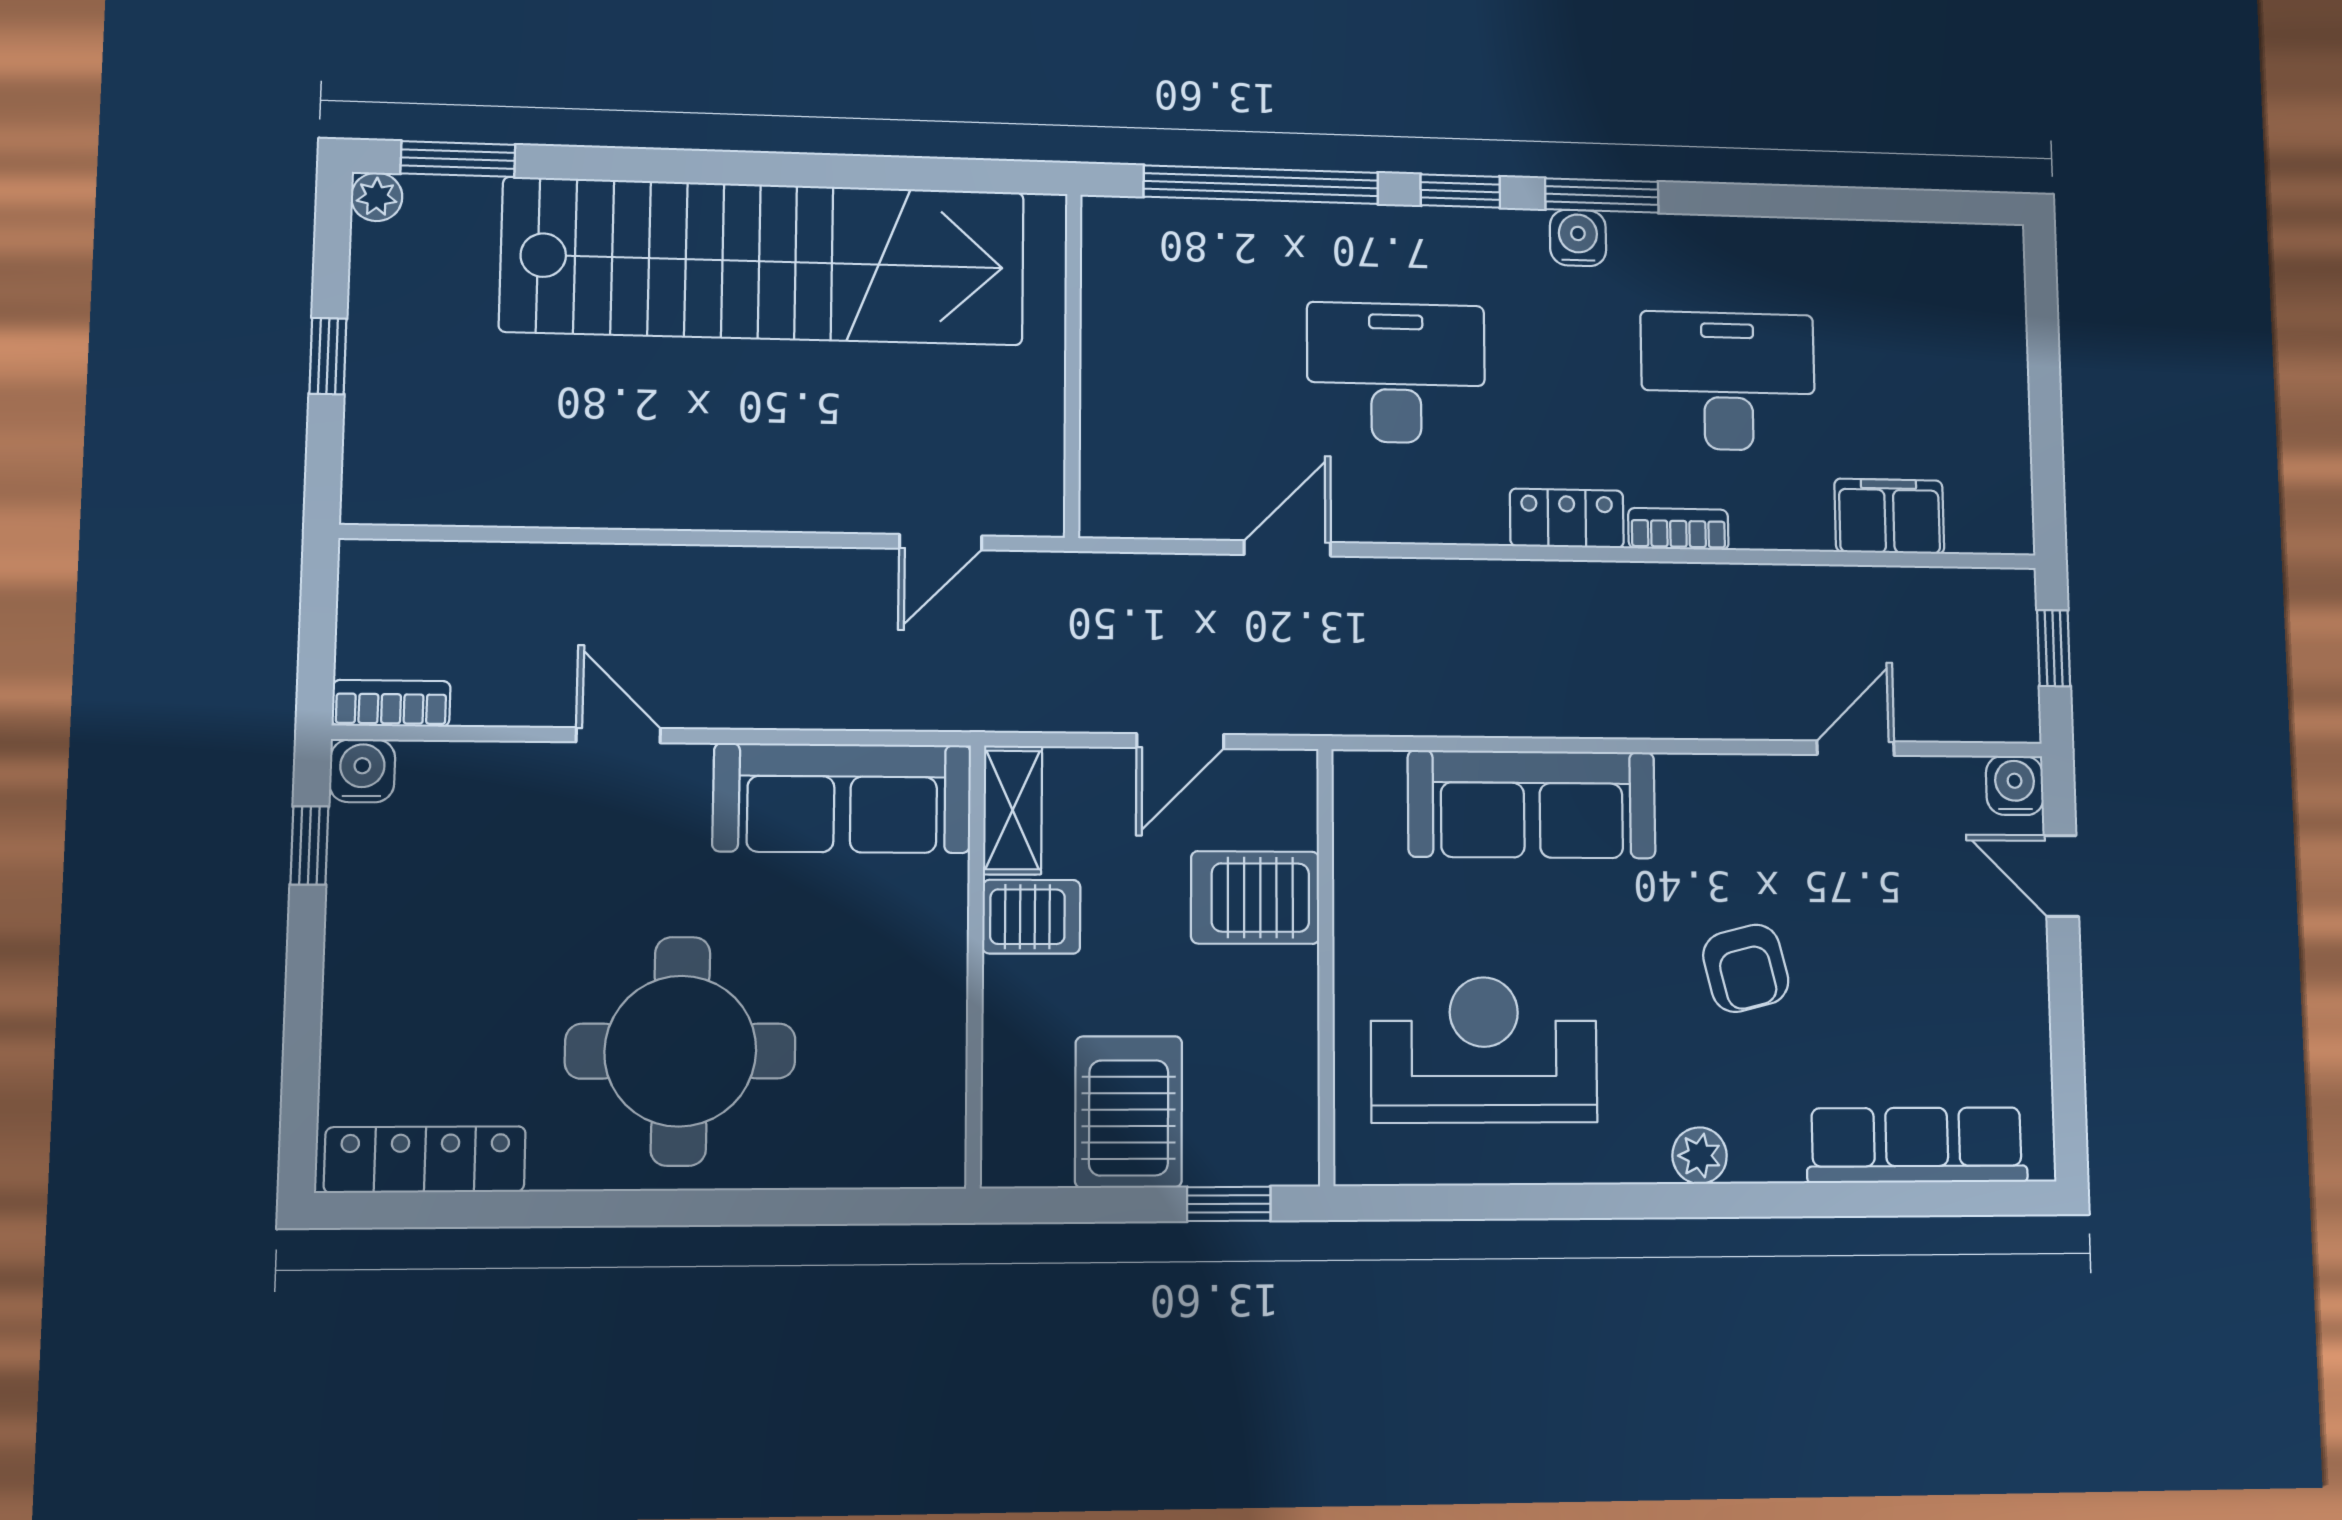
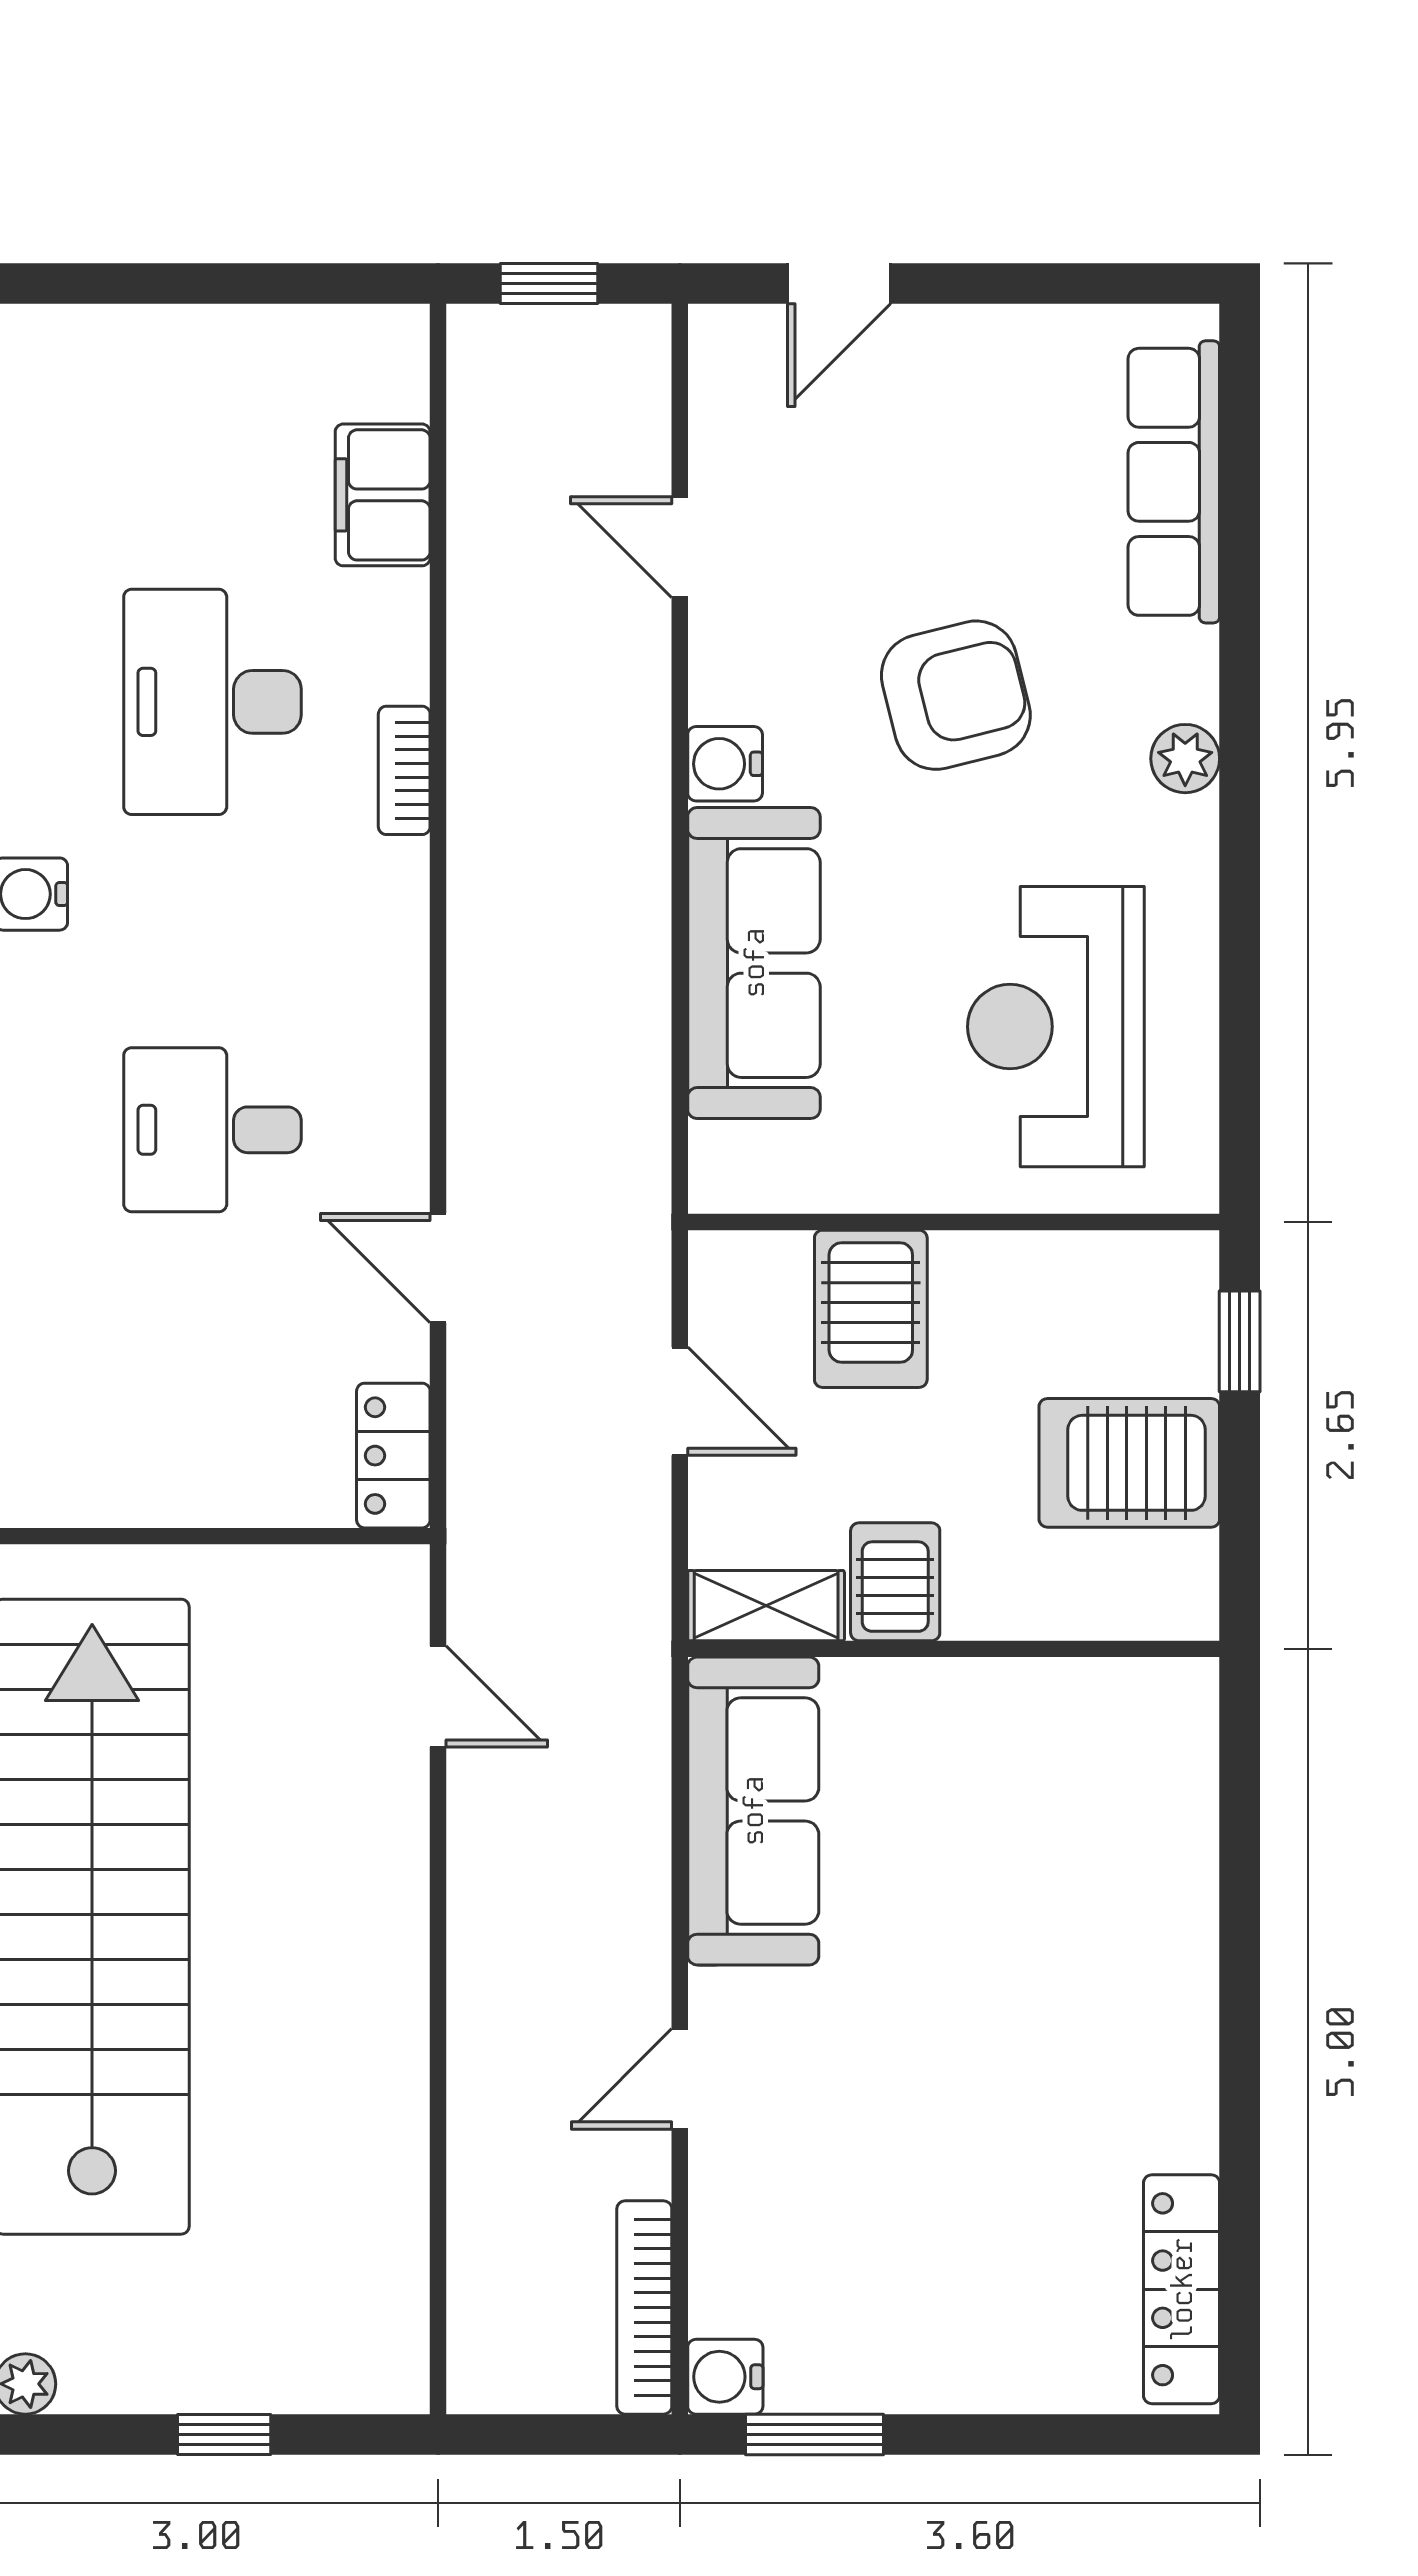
desk: (1396, 373) -> (212, 1130), width x0.73
locker: (1567, 518) -> (393, 1456), moved
bookcase: (391, 703) -> (644, 2308), width x1.56
water cooler: (2015, 785) -> (725, 764), moved
window: (309, 846) -> (814, 2434), width x1.50
armchair: (1746, 968) -> (956, 695), width x1.38, depth x1.38
round table: (680, 1051) -> (1056, 1997), removed

